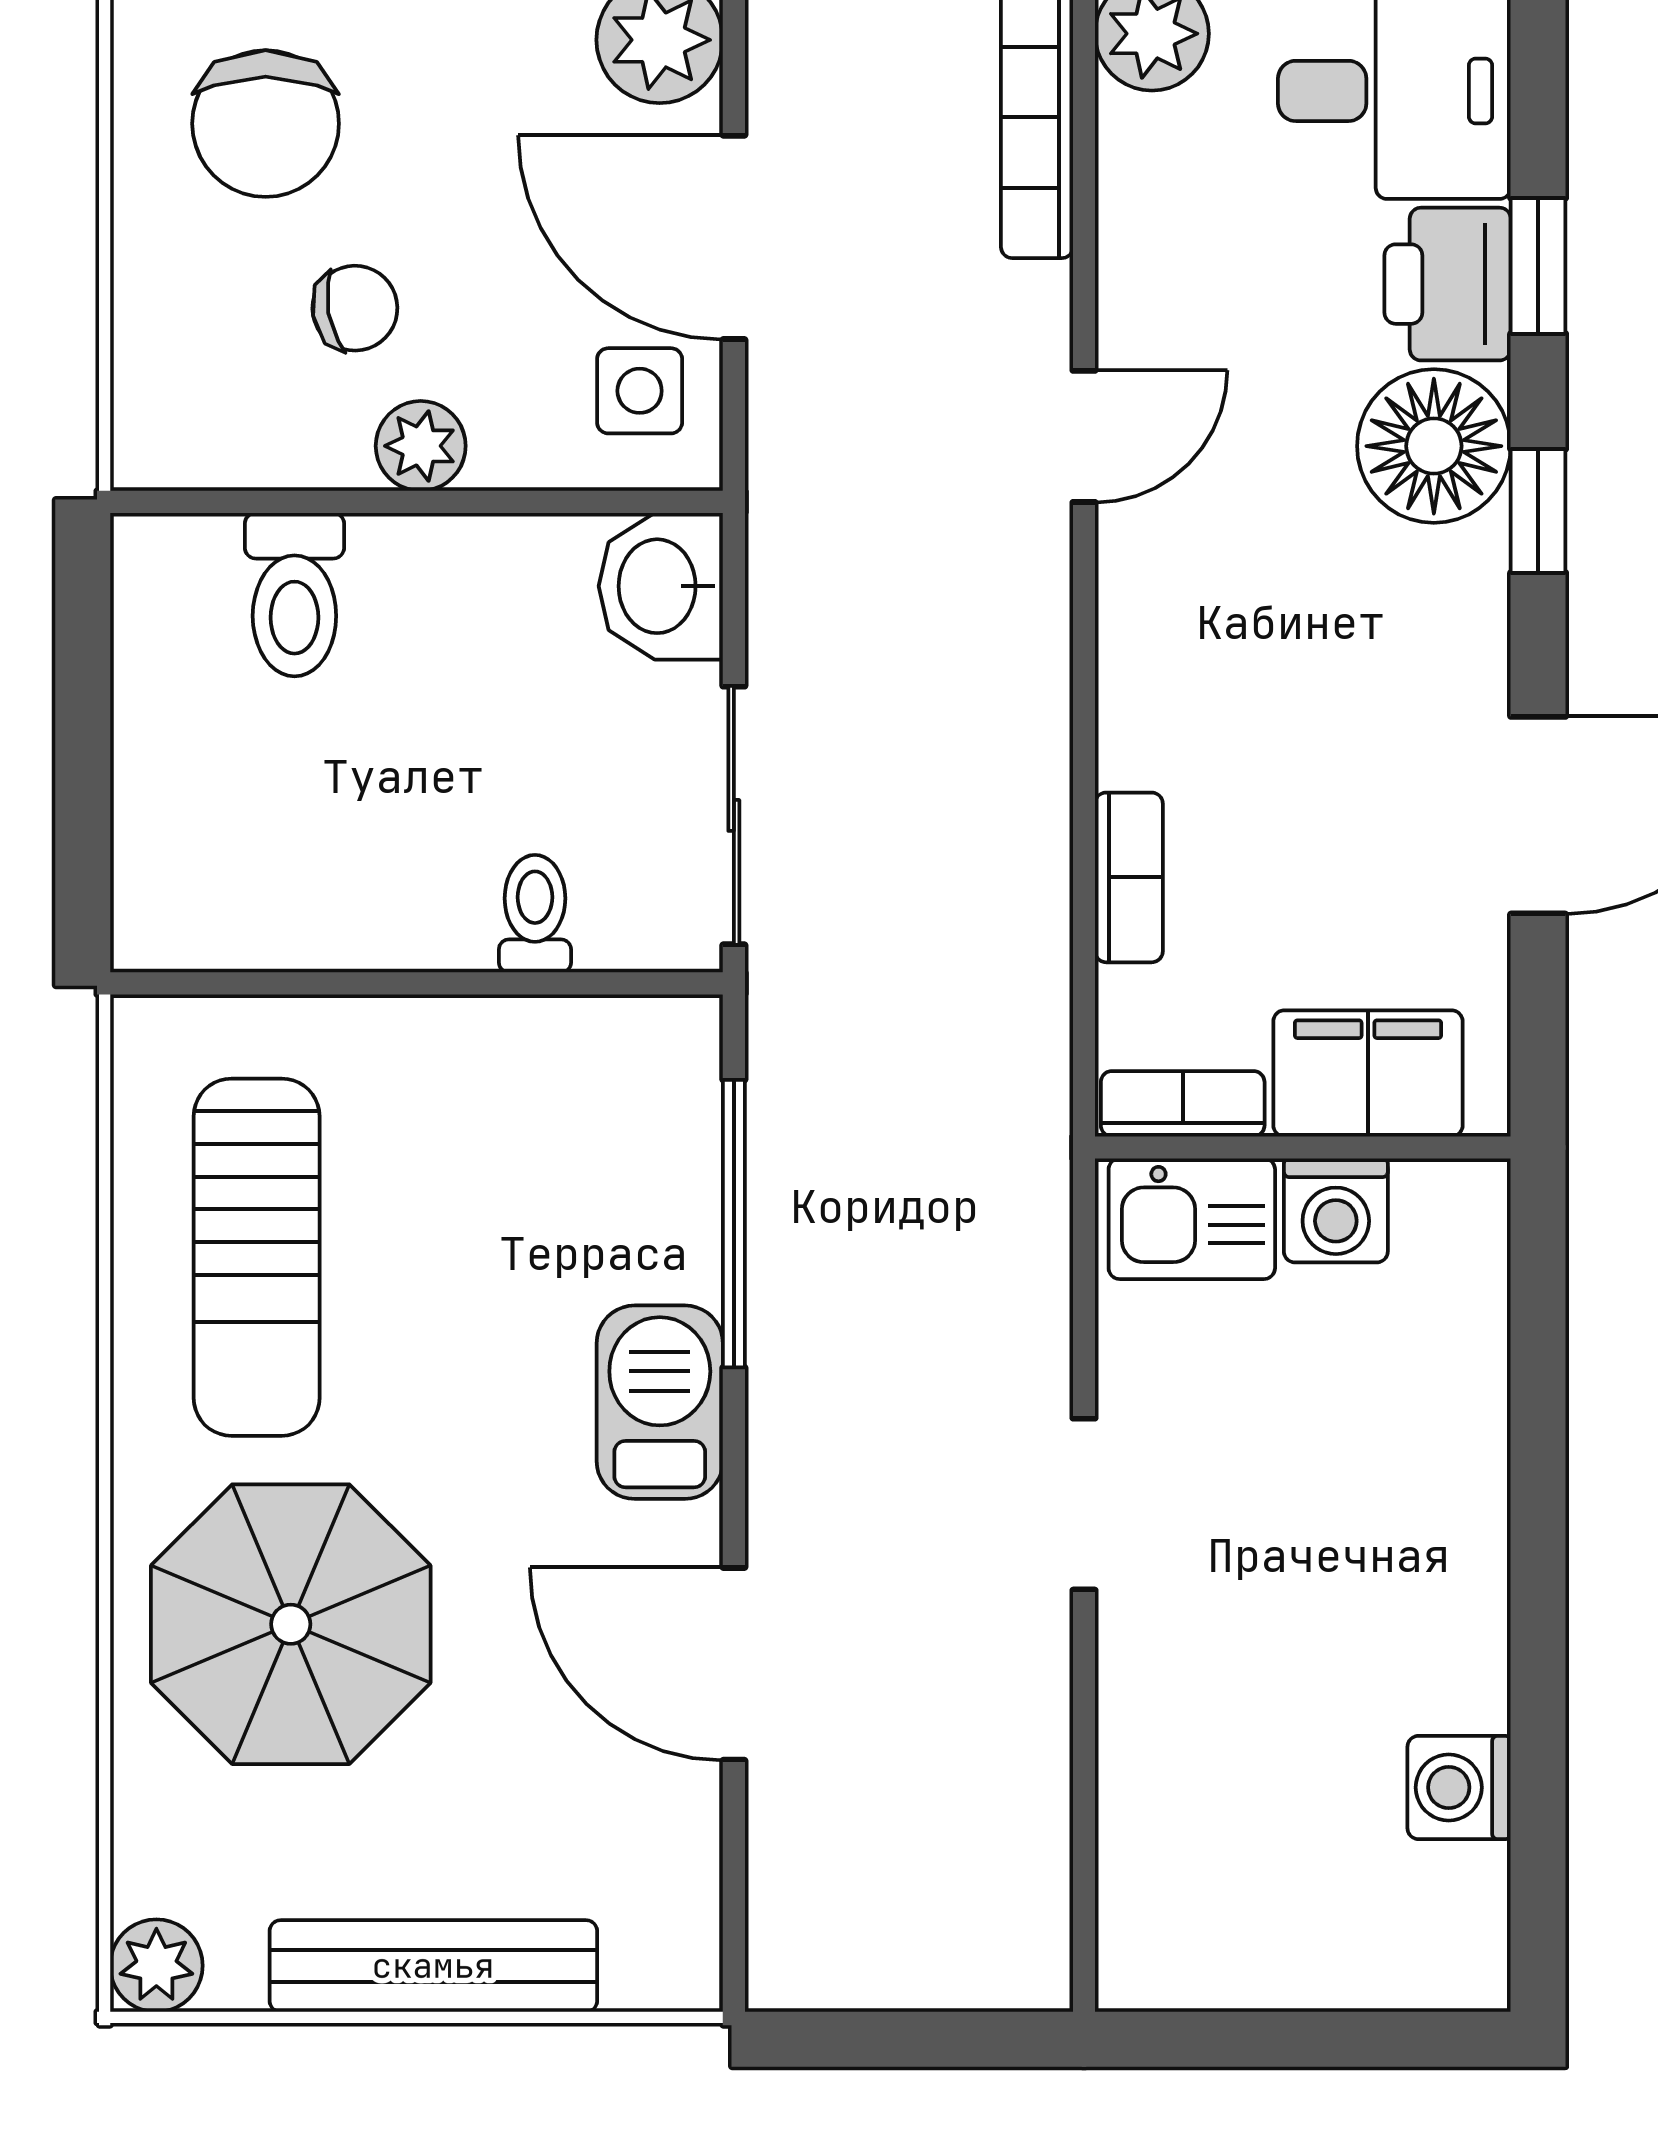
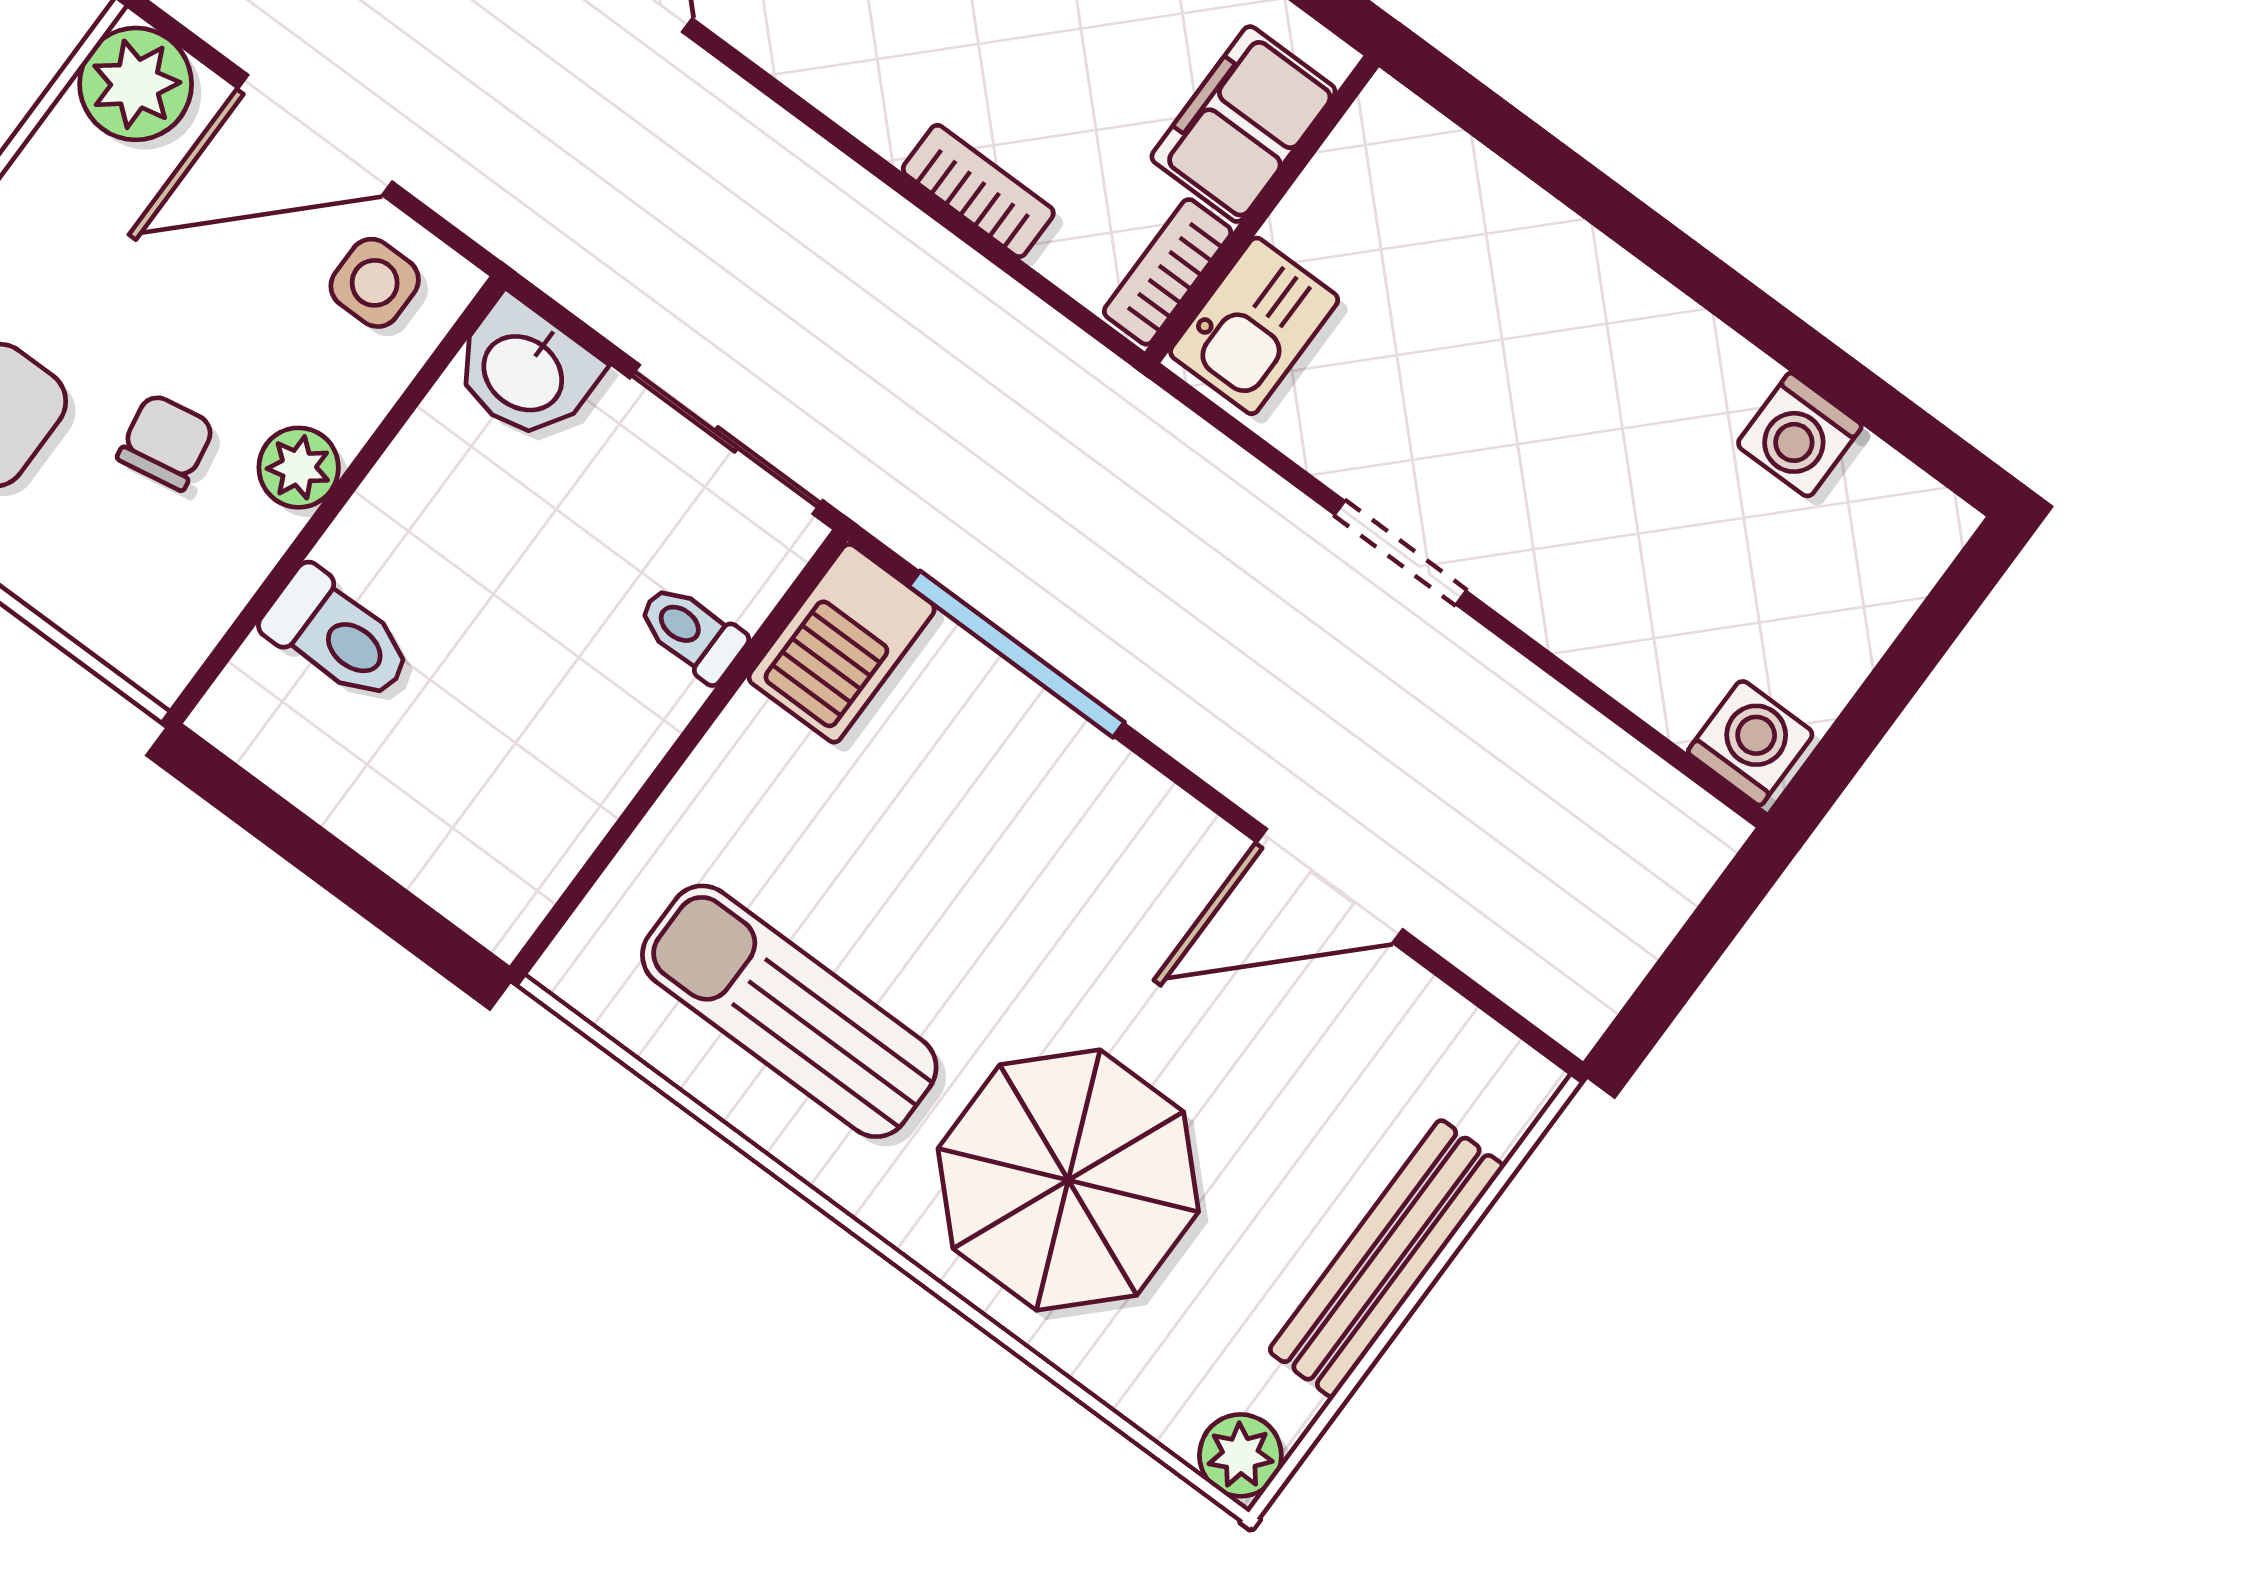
washing machine: (1336, 1210) -> (1751, 743), moved, turned -90
sun lounger: (257, 1257) -> (789, 1011), turned 180
barbecue: (660, 1402) -> (842, 643), moved, turned -90

